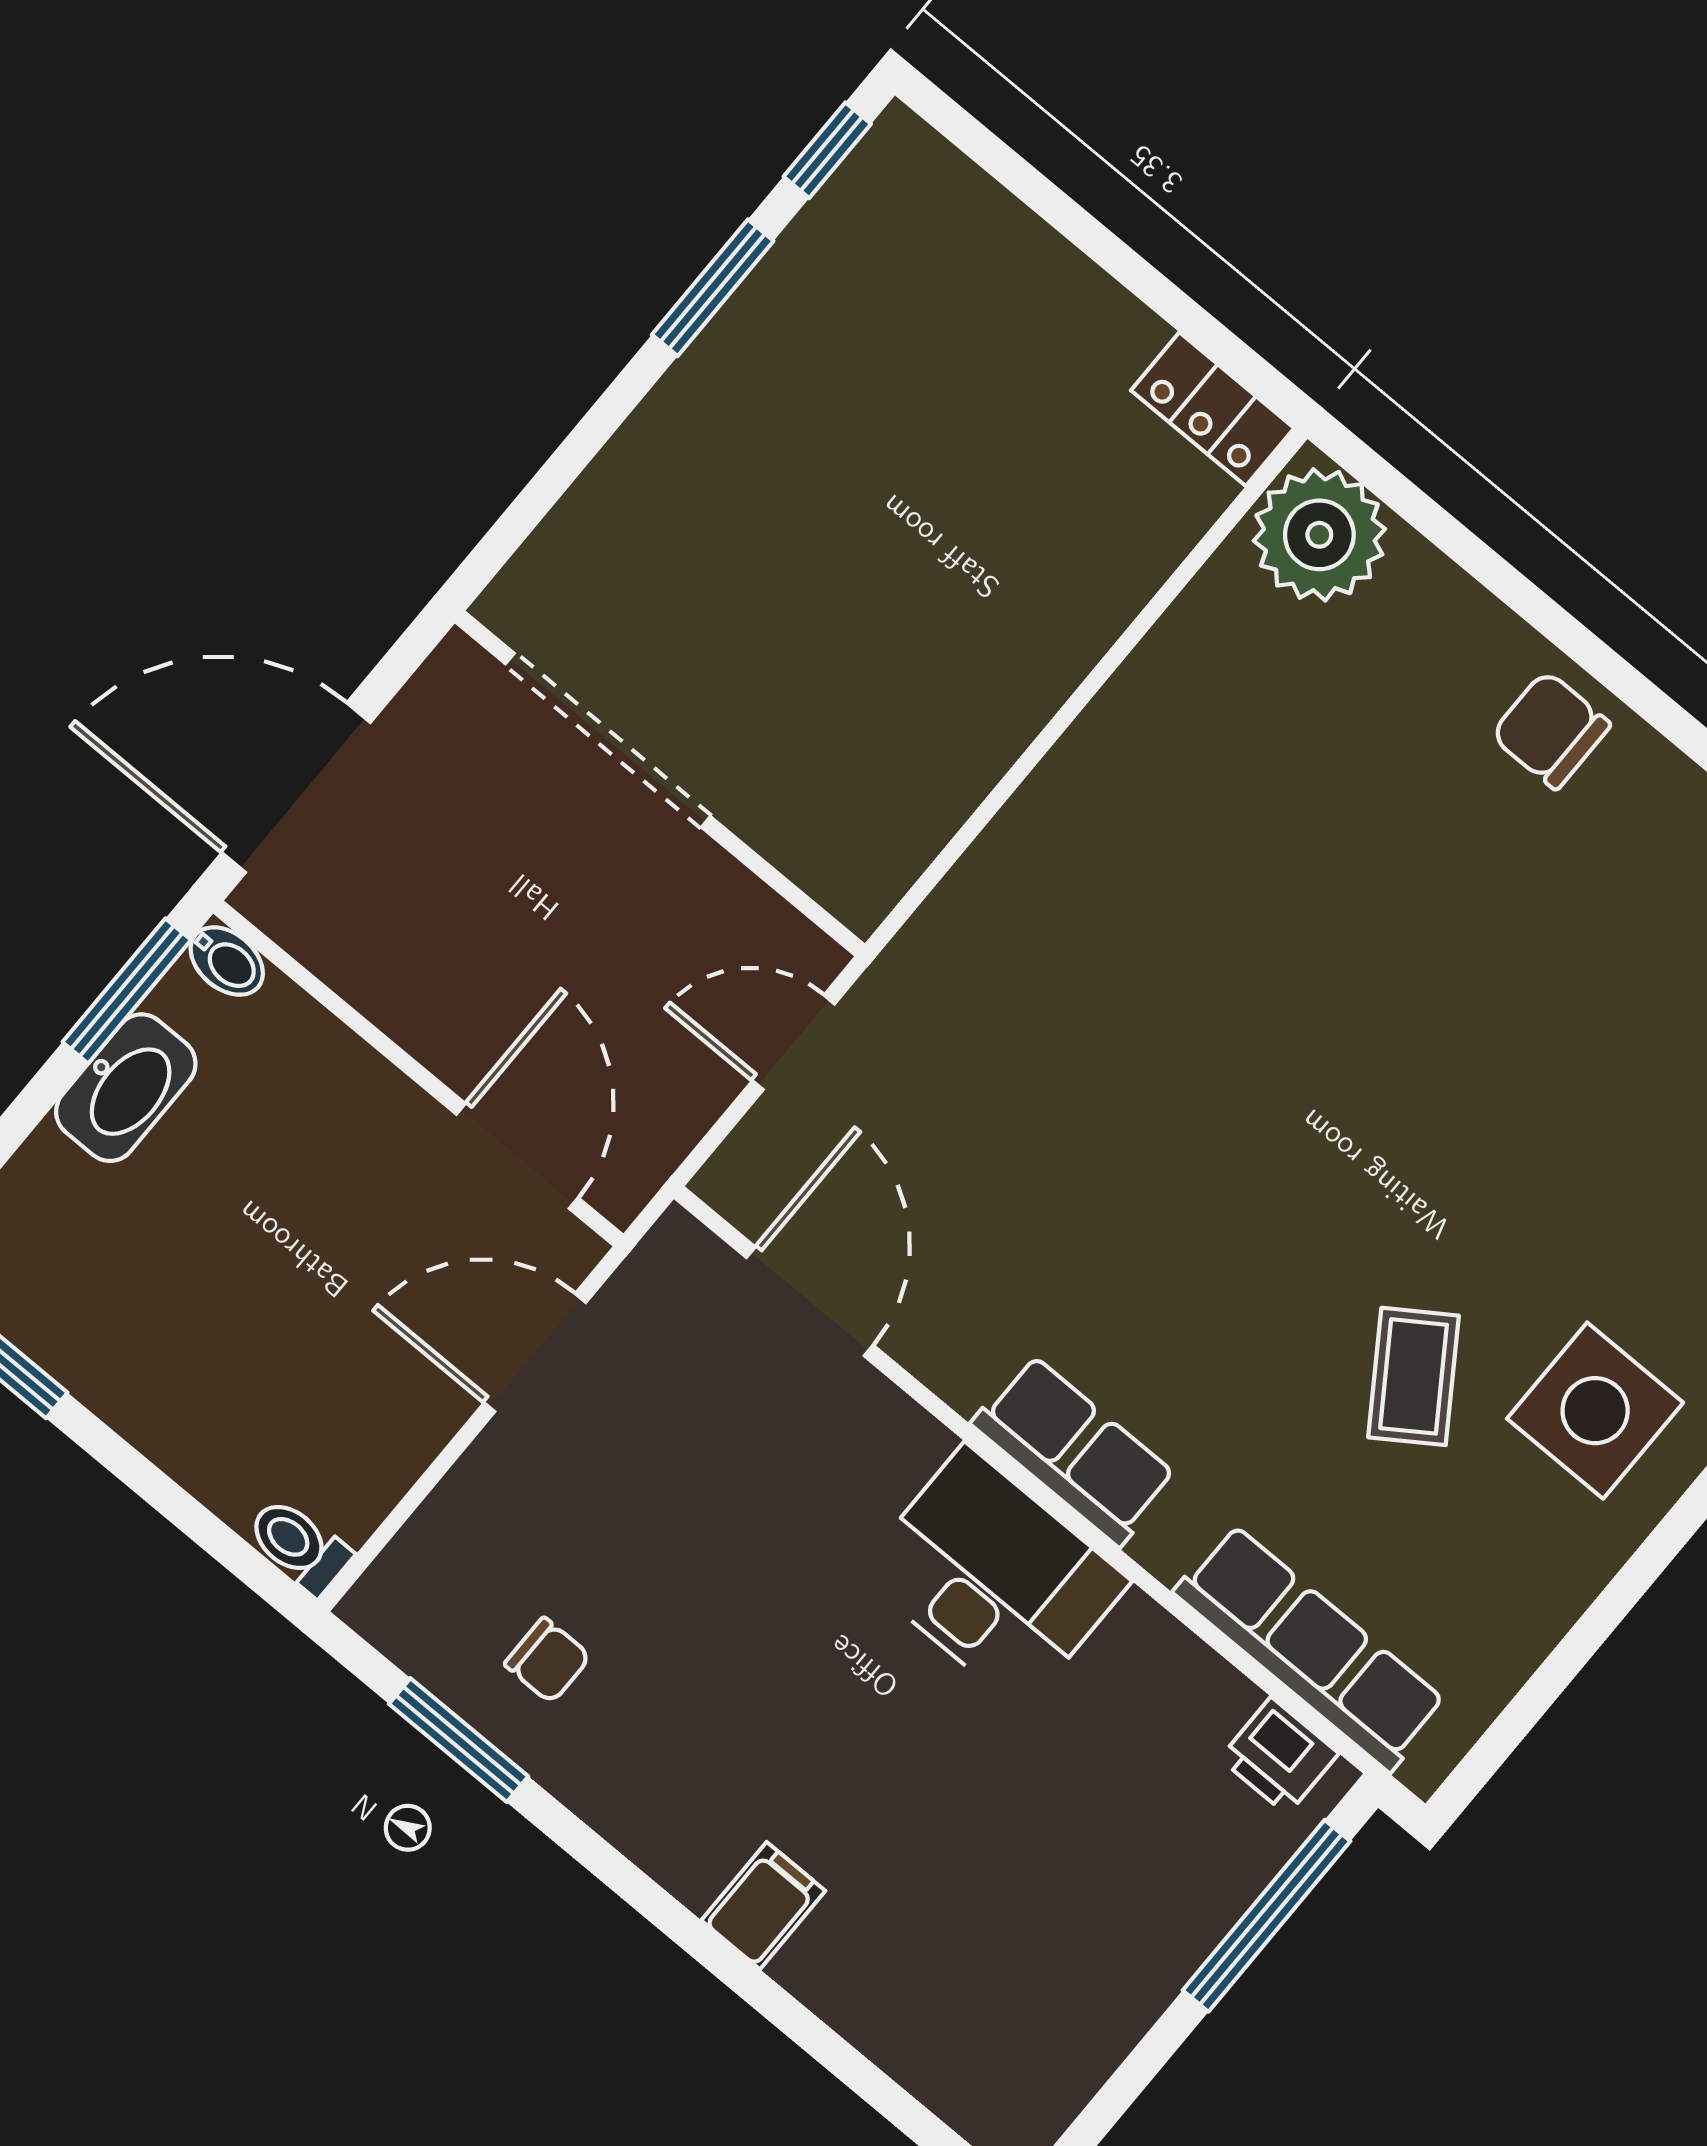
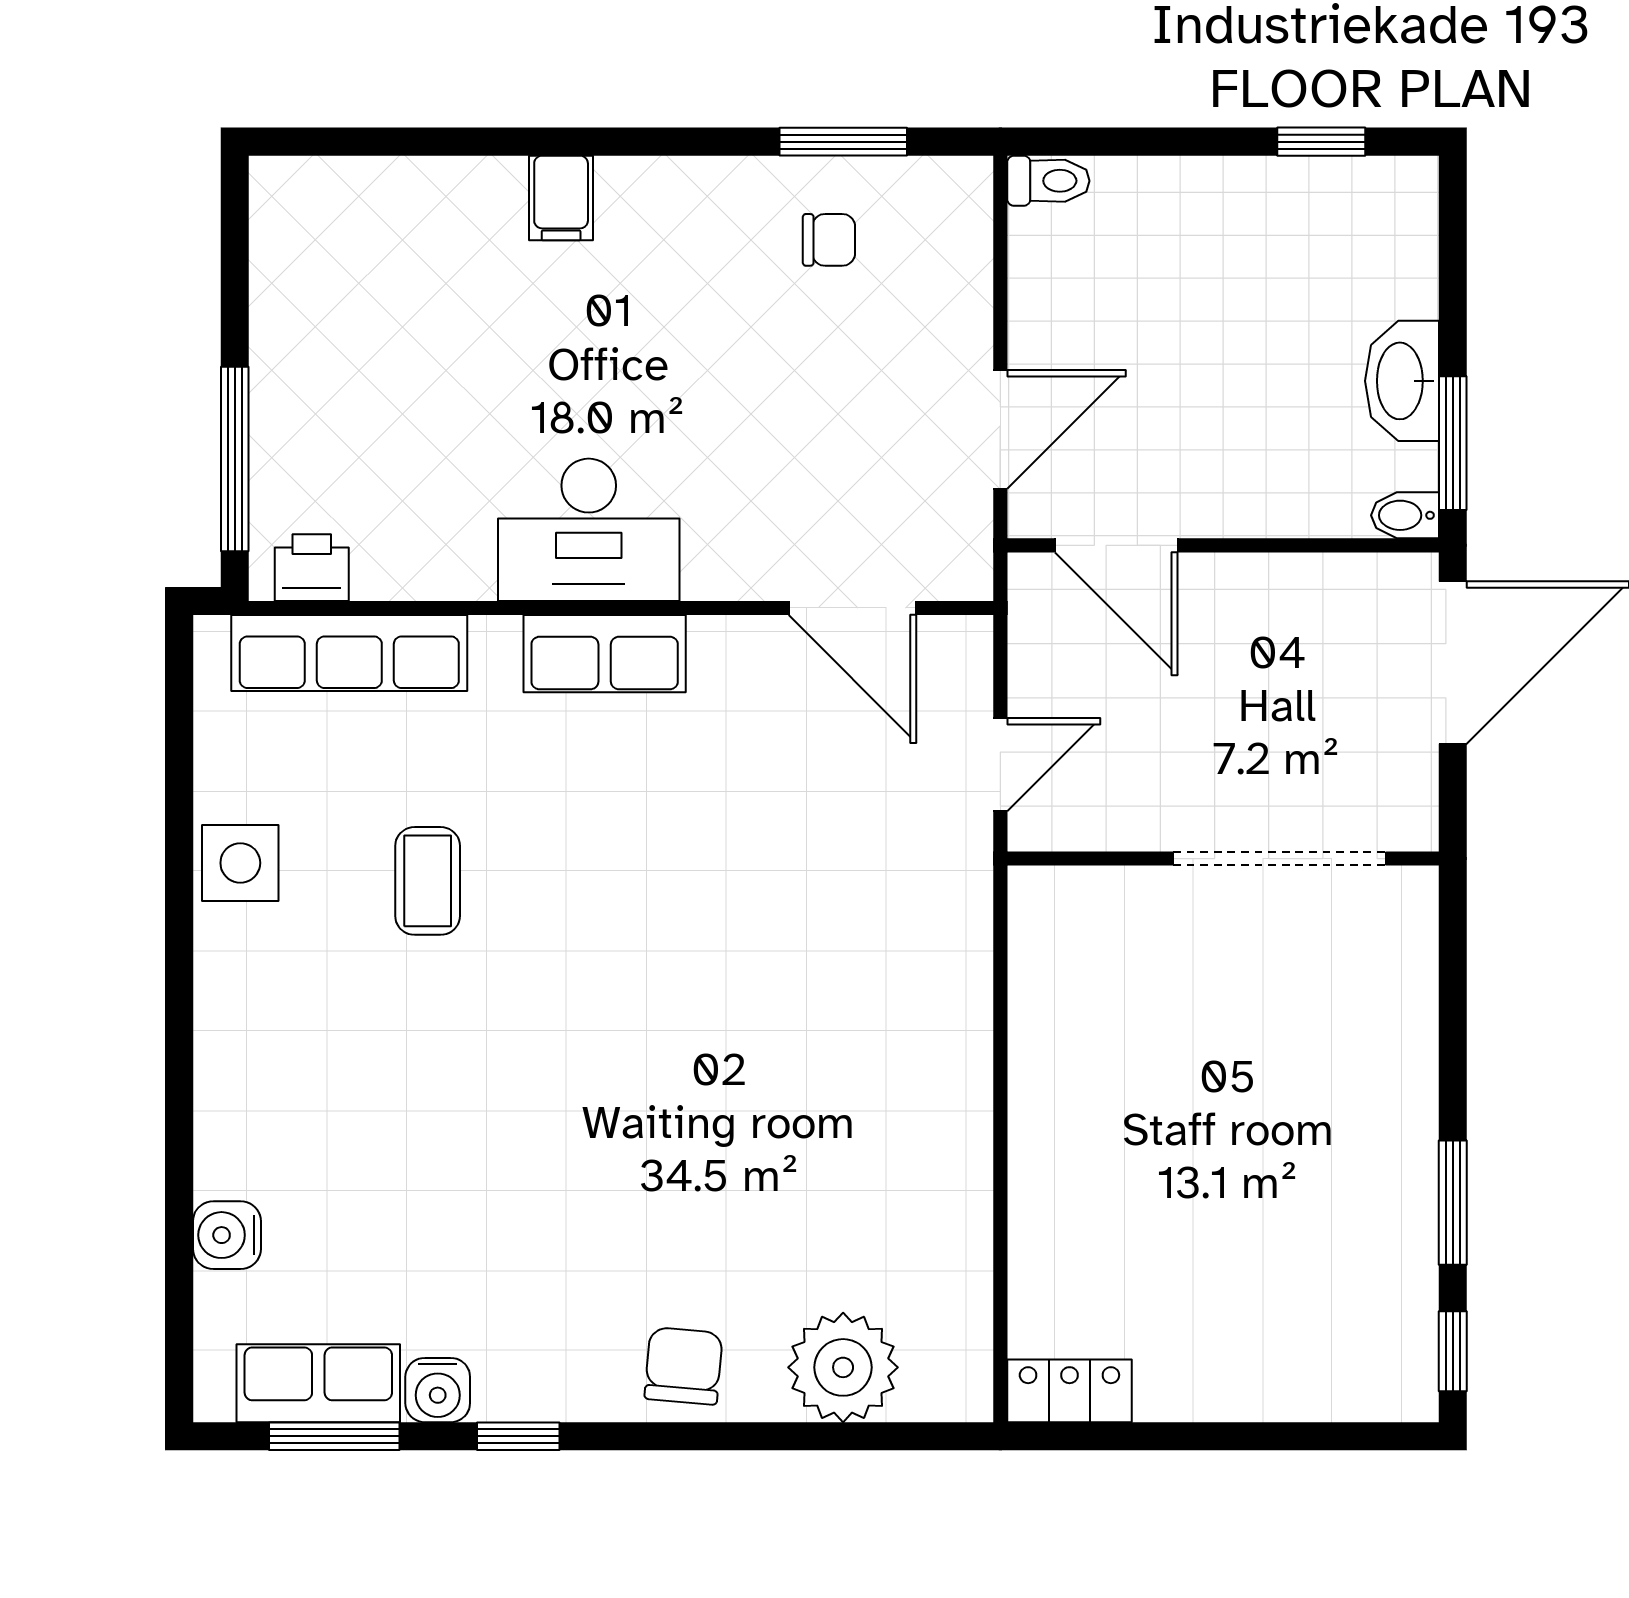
plant: (1319, 535) -> (843, 1367), moved
chair: (1551, 730) -> (684, 1366), turned -85
coffee table: (1414, 1376) -> (428, 881), turned 34
side table: (1595, 1411) -> (240, 863), moved, width x0.73, depth x0.73
chair: (548, 1660) -> (829, 240), turned 180

